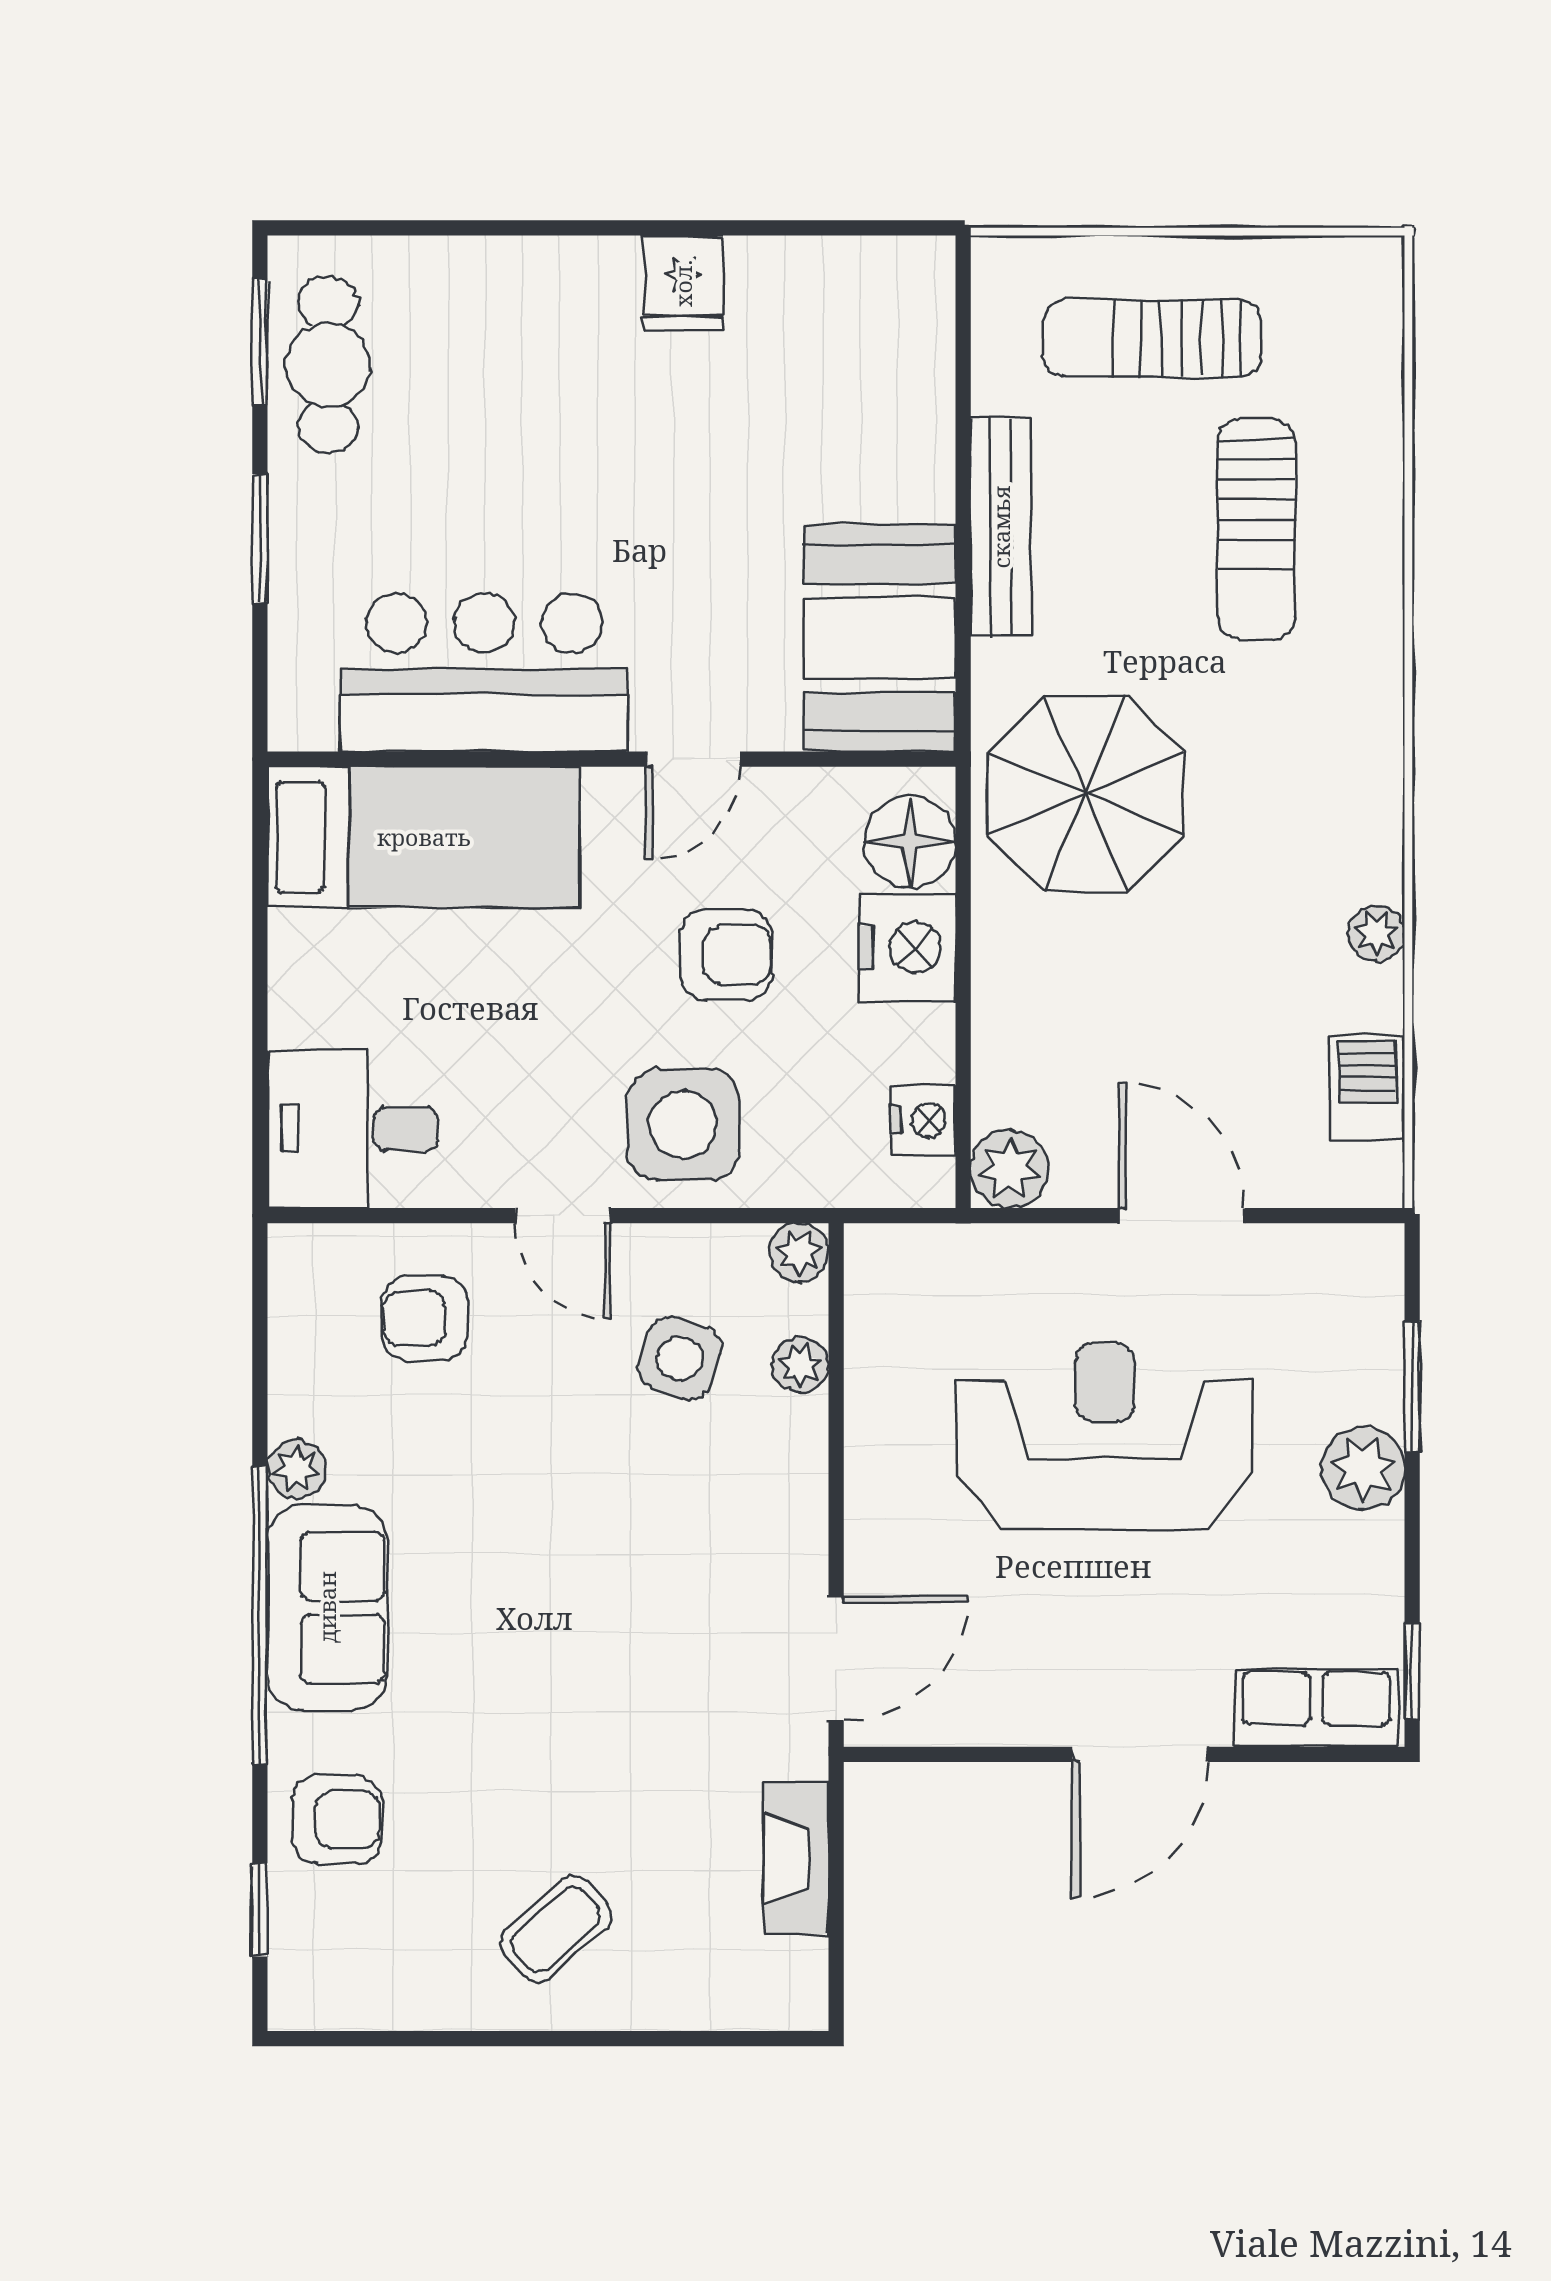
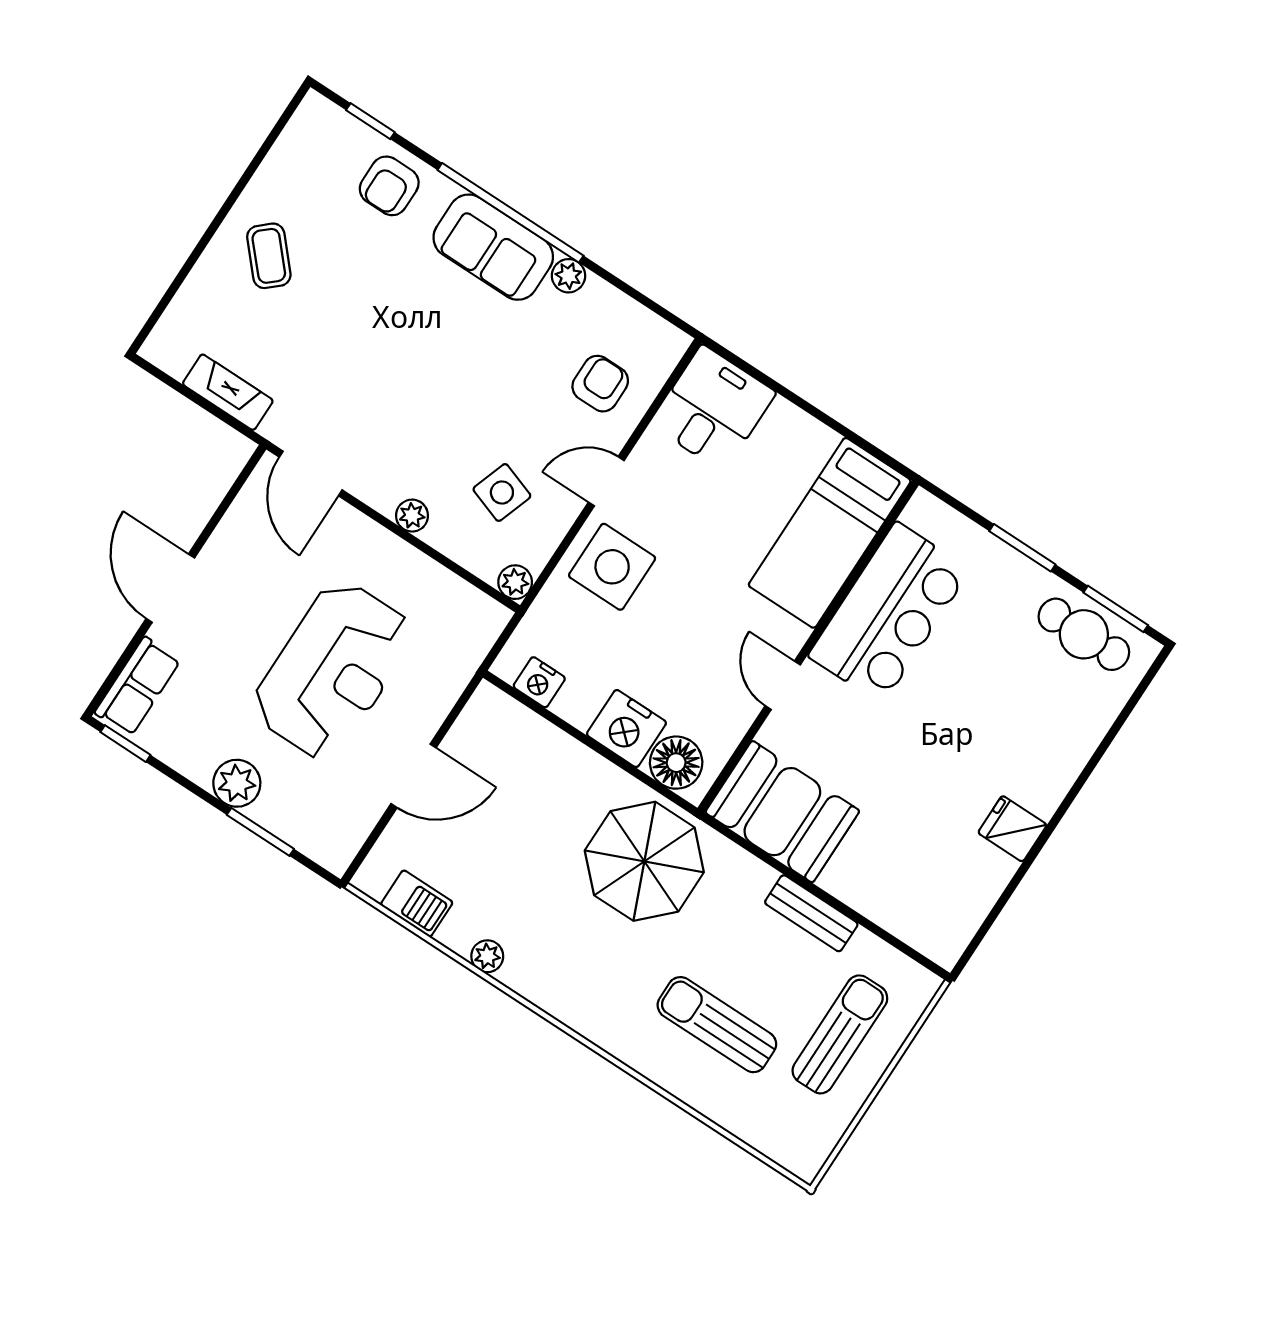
bench: (1001, 527) -> (811, 913), width x0.73
armchair: (726, 954) -> (680, 640), removed
plant: (1010, 1169) -> (489, 708), removed
plant: (800, 1365) -> (412, 516), moved

